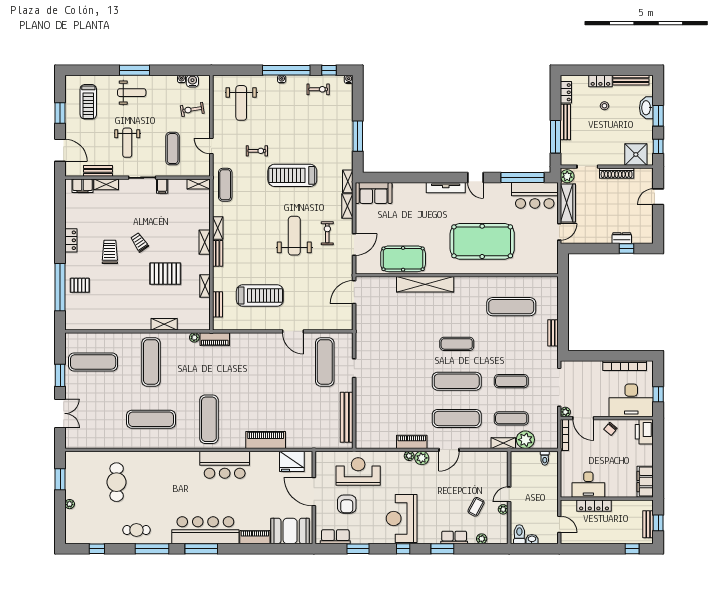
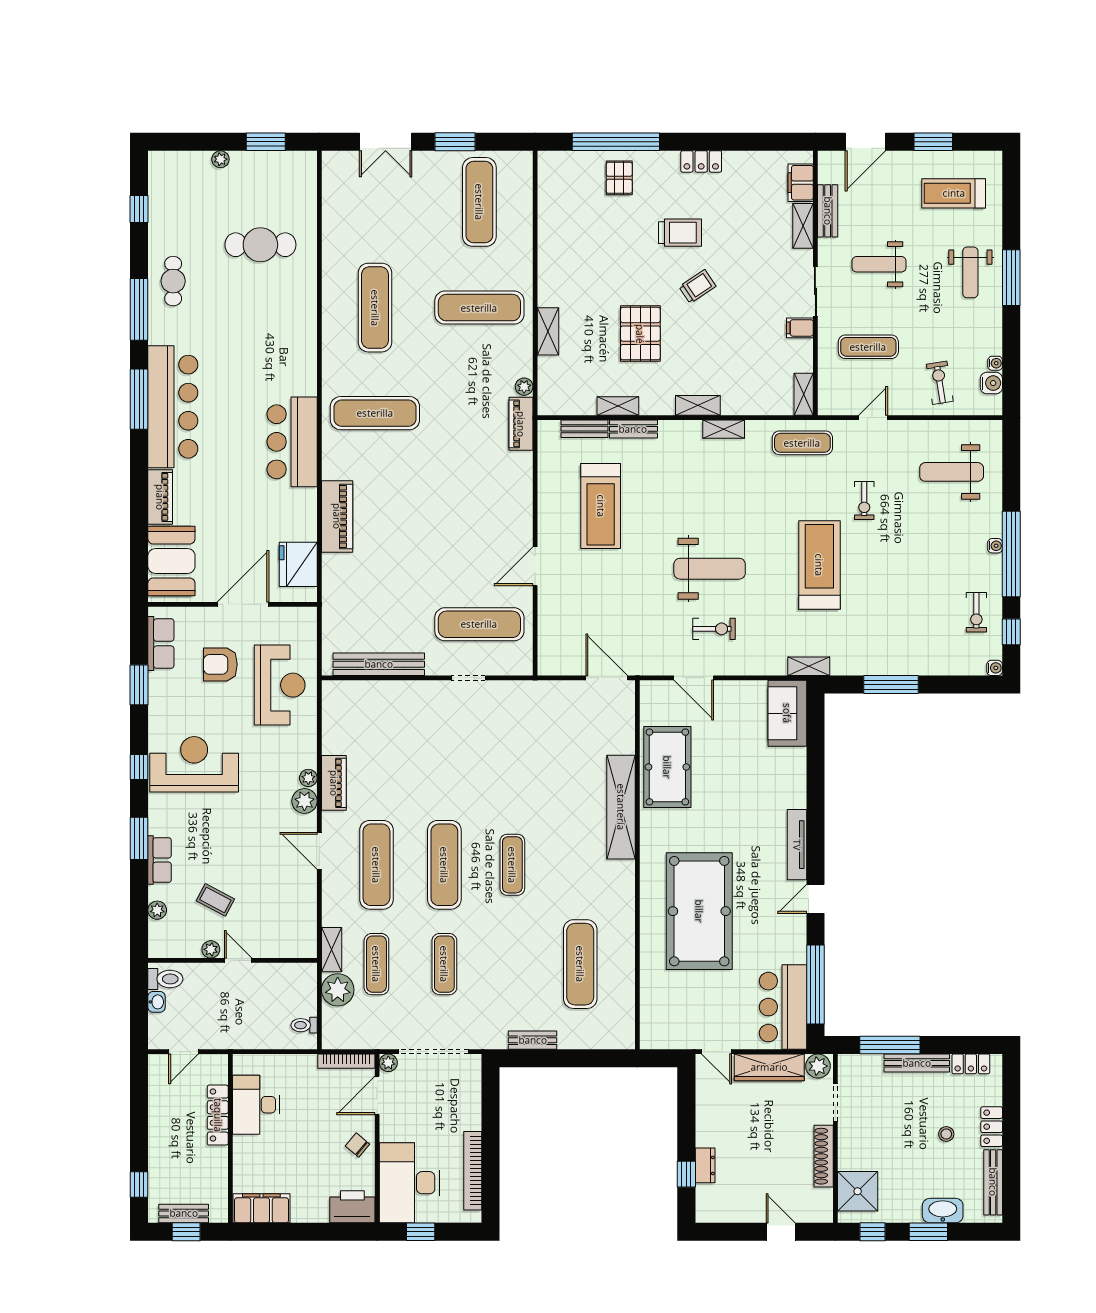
shelving: (347, 206) -> (763, 666), removed
bench: (218, 253) -> (633, 429), moved

